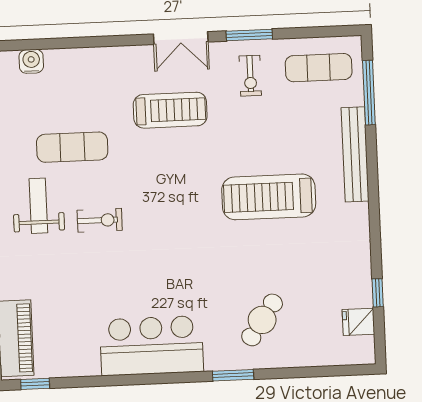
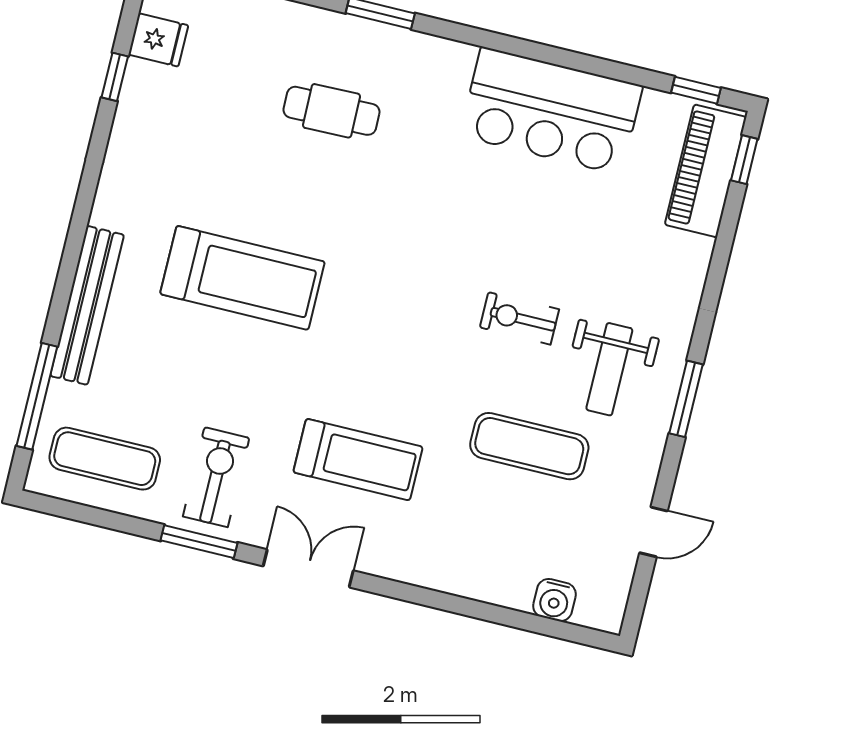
exercise bike: (250, 76) -> (216, 477), width x1.38, depth x1.39
treadmill: (170, 110) -> (358, 460), turned 180
cafe table: (262, 320) -> (332, 111), moved, turned 54
bar counter: (152, 346) -> (551, 111), moved

